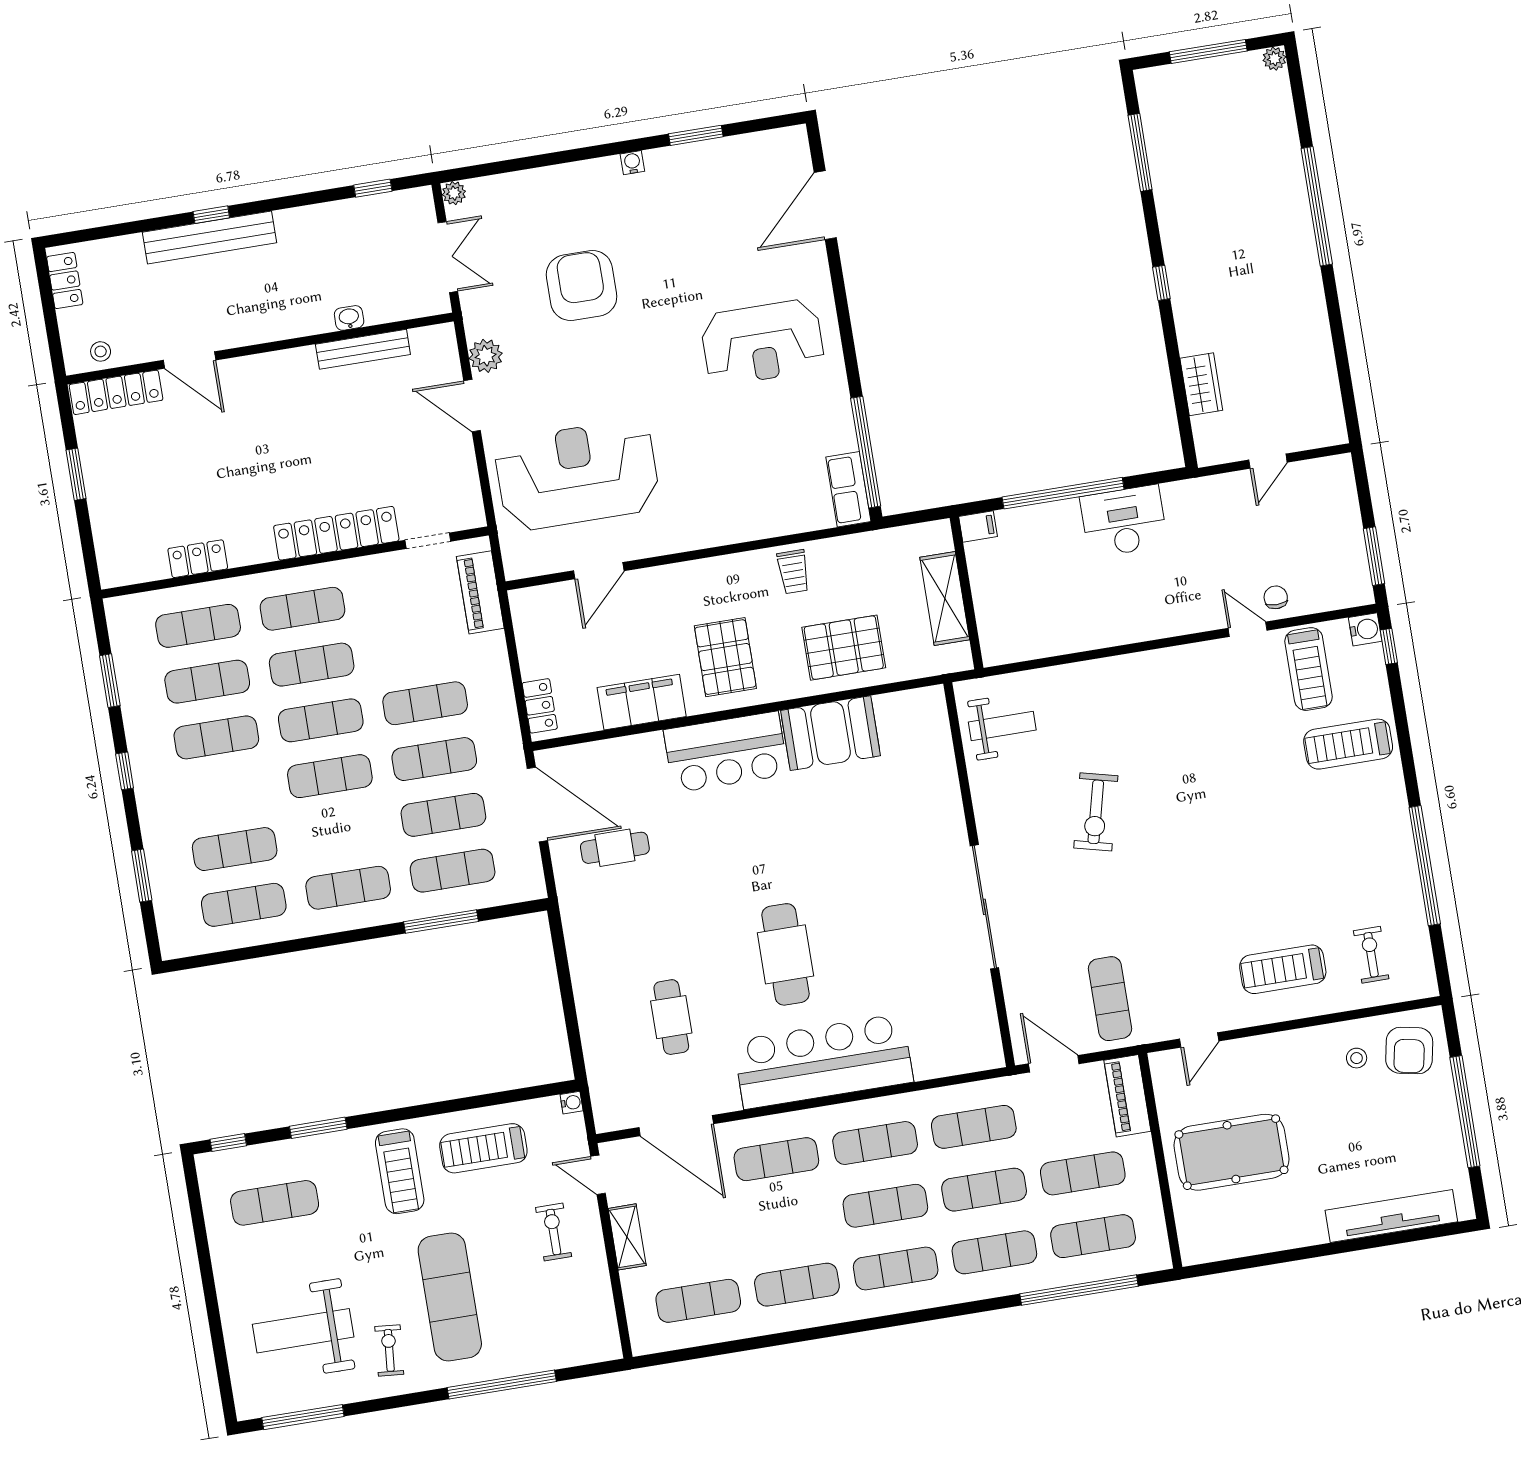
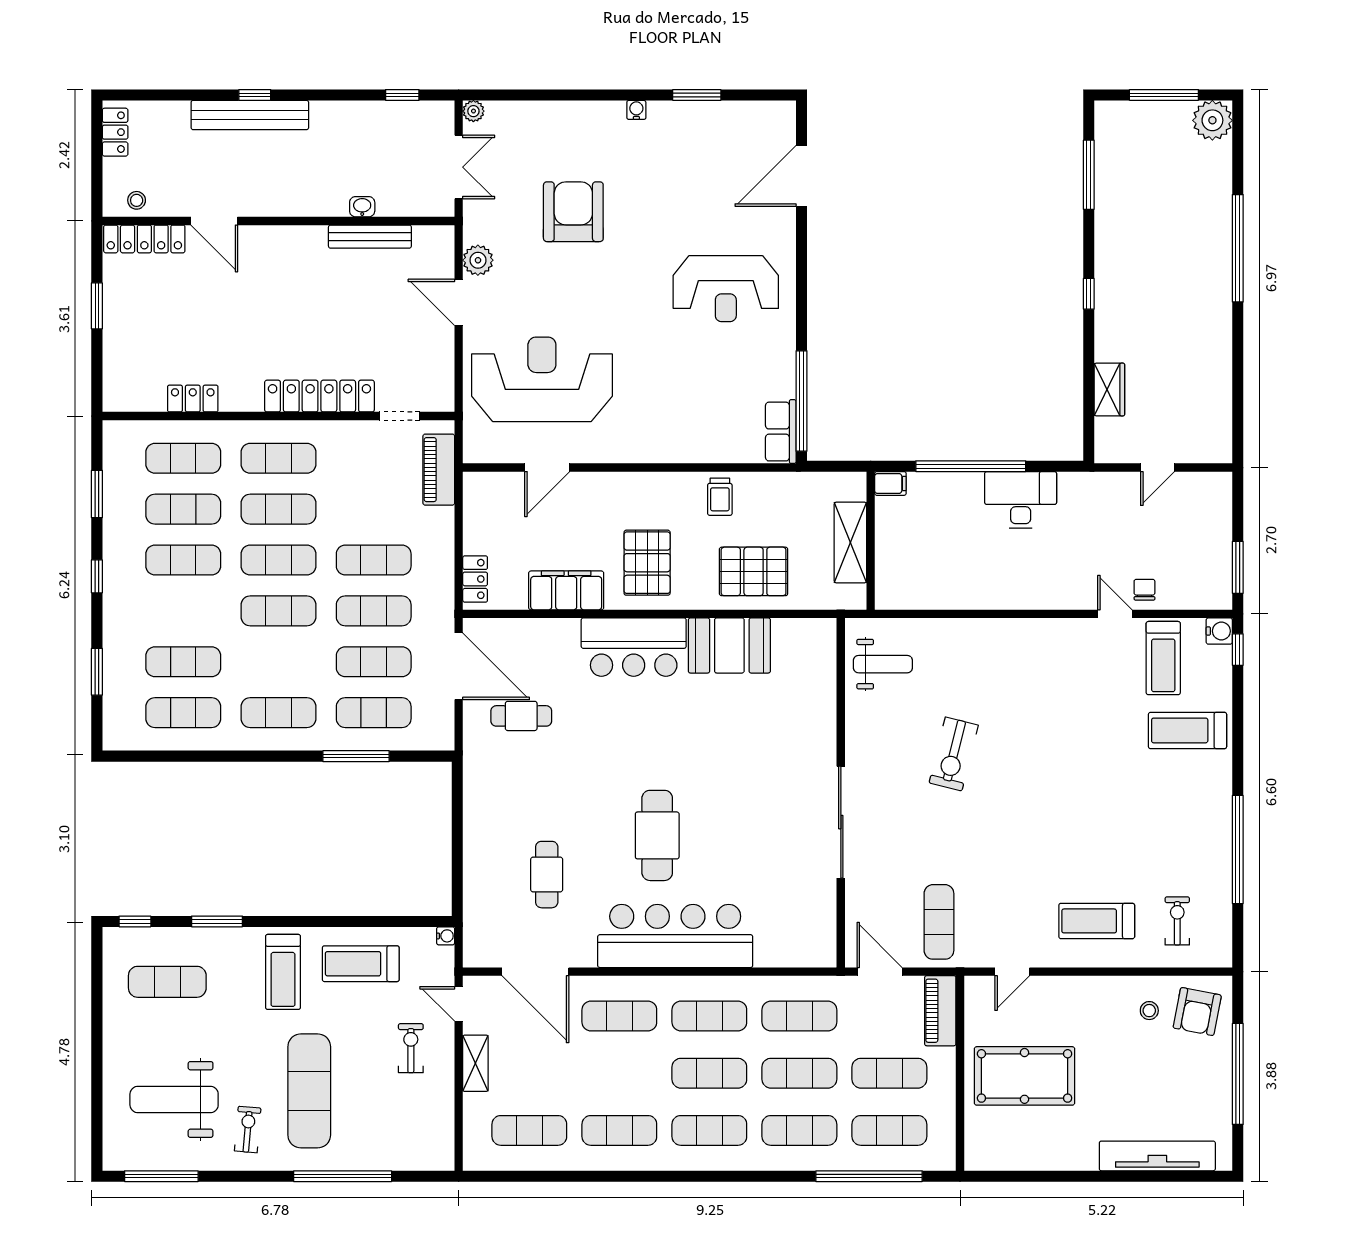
plant: (1274, 59) -> (1212, 120), width x1.88, depth x1.88

